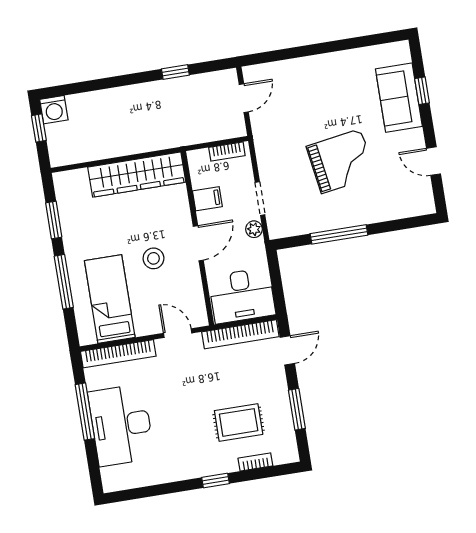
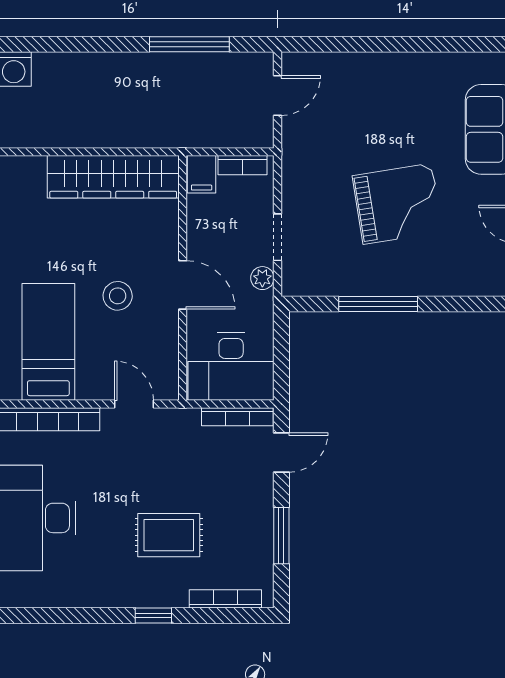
window: (175, 72) -> (189, 44), width x2.17
filing cabinet: (207, 199) -> (202, 174), moved, turned 90
door: (198, 243) -> (183, 285), hinge flipped
bookcase: (240, 334) -> (237, 417), width x0.68, depth x0.76
rug: (239, 422) -> (169, 535), moved
bookcase: (255, 462) -> (225, 599), width x1.56

